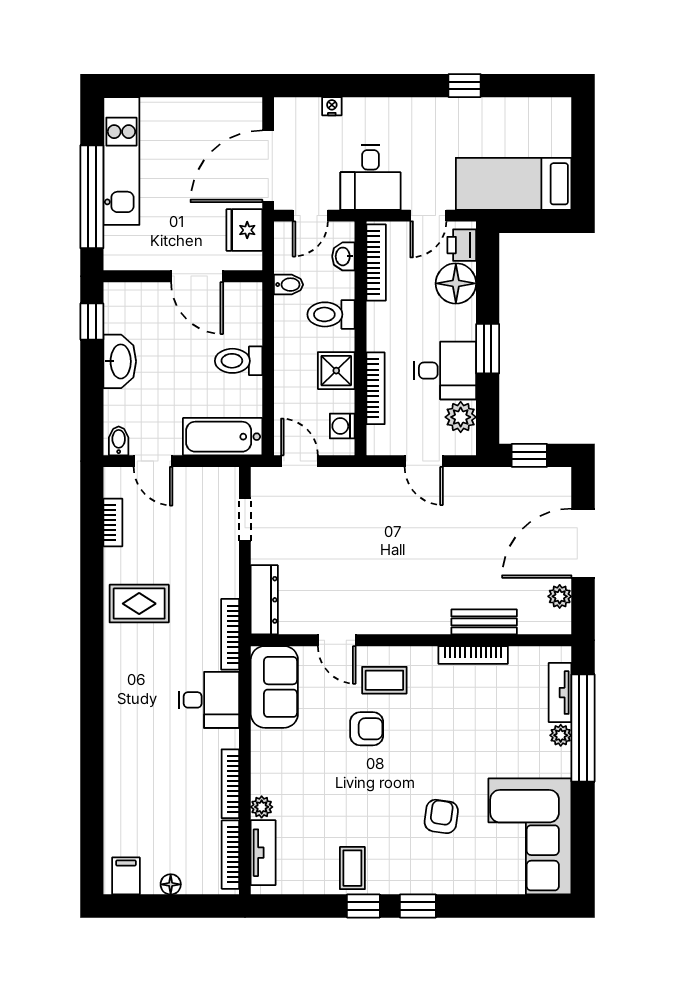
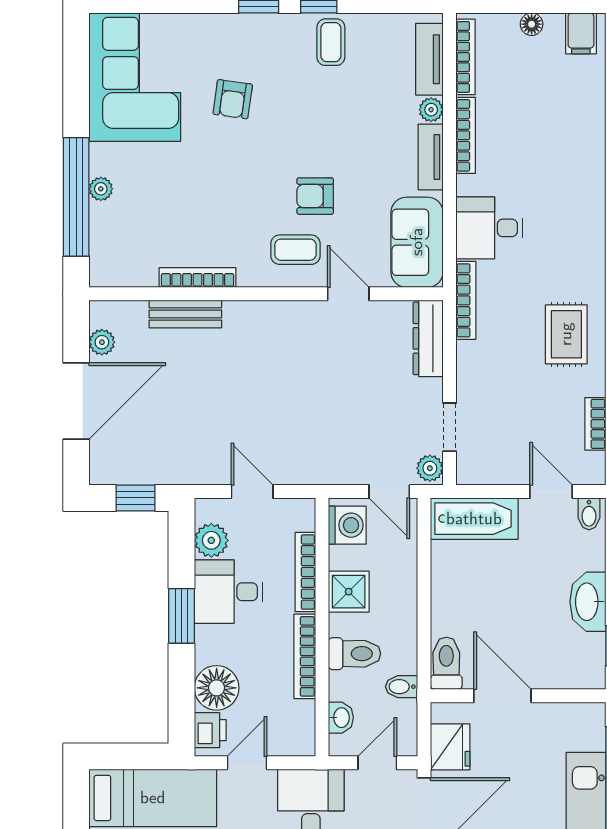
bookcase: (376, 263) -> (305, 656), moved
toilet: (239, 361) -> (446, 663), moved, turned -90
washing machine: (342, 426) -> (347, 525), width x1.38, depth x1.38
plant: (263, 482) -> (430, 468), added
rug: (139, 604) -> (566, 334), turned 90
tv unit: (560, 693) -> (431, 157), moved, turned 180

